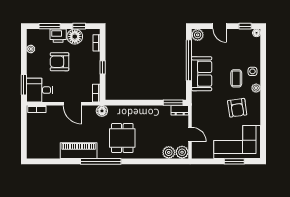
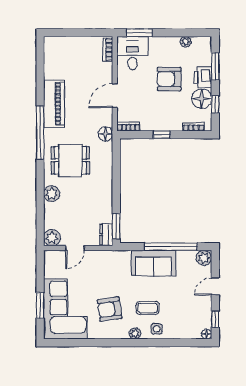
armchair: (60, 62) -> (169, 79), turned -90
plant: (169, 152) -> (52, 194), moved

